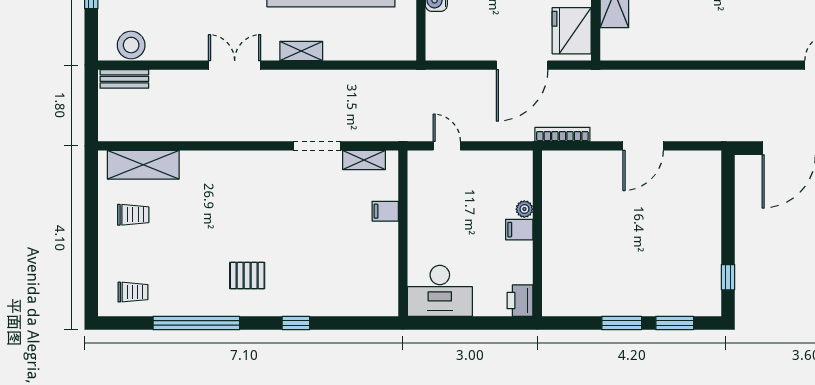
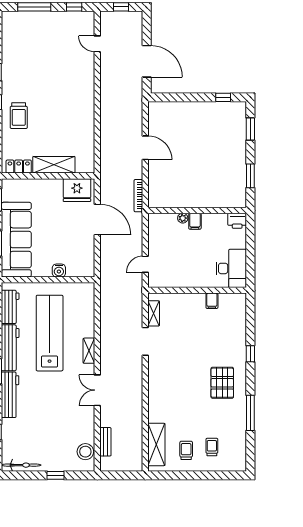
bench: (124, 79) -> (105, 442), moved
filing cabinet: (385, 211) -> (212, 301), moved
pallet: (247, 276) -> (222, 383), width x1.50, depth x1.42
trolley: (133, 292) -> (212, 447), moved
window: (196, 323) -> (250, 413), width x0.68
window: (622, 323) -> (250, 176), moved

